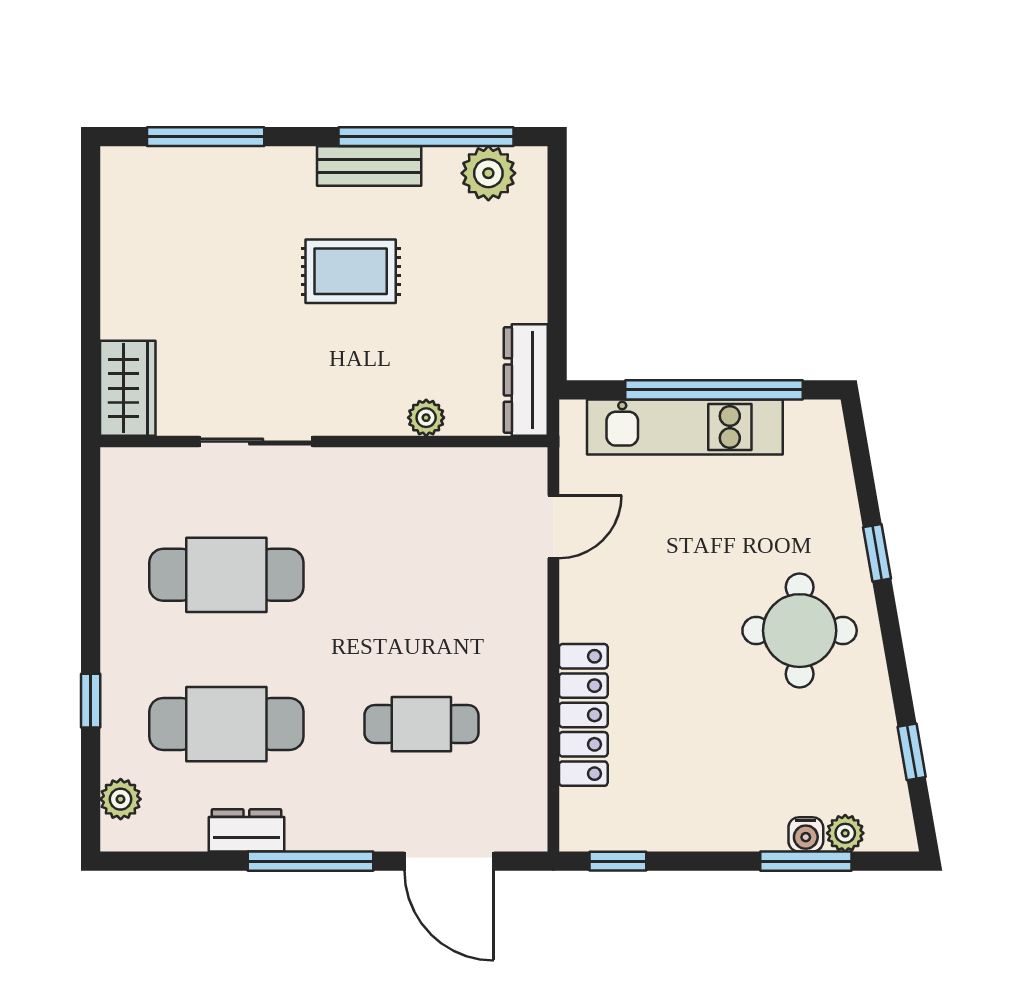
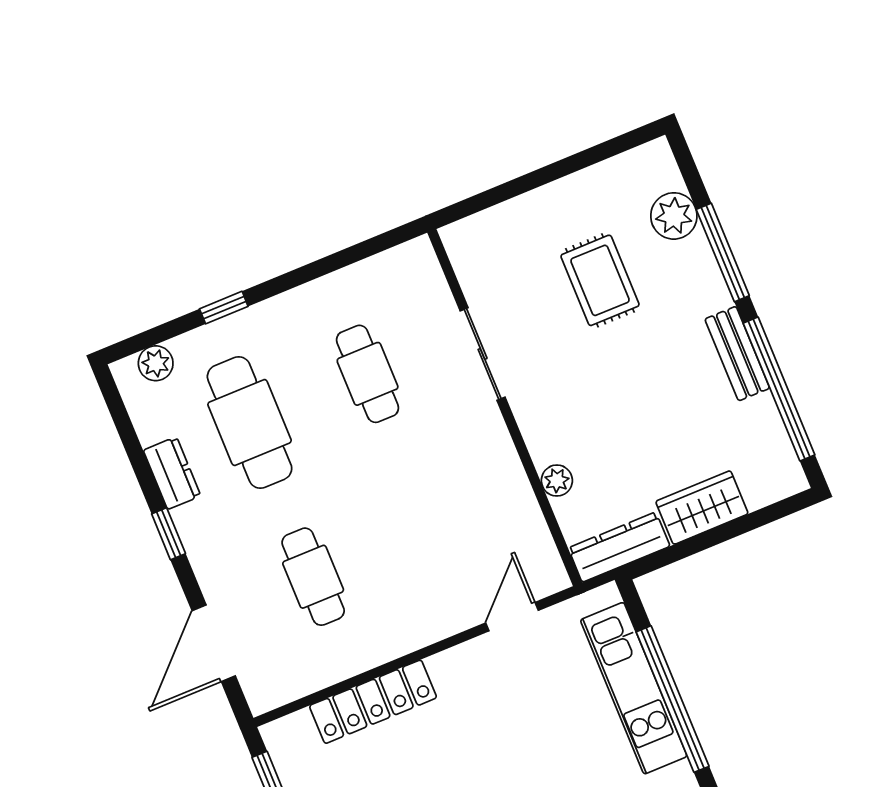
window: (206, 137) -> (723, 252), moved
plant: (488, 173) -> (674, 216), moved
rug: (351, 271) -> (600, 280), moved
wardrobe: (128, 388) -> (702, 508), moved, turned 180
door: (553, 527) -> (512, 617), swing flipped
cafe table: (226, 575) -> (368, 374), width x0.73, depth x0.74
window: (311, 861) -> (169, 534), width x0.46

